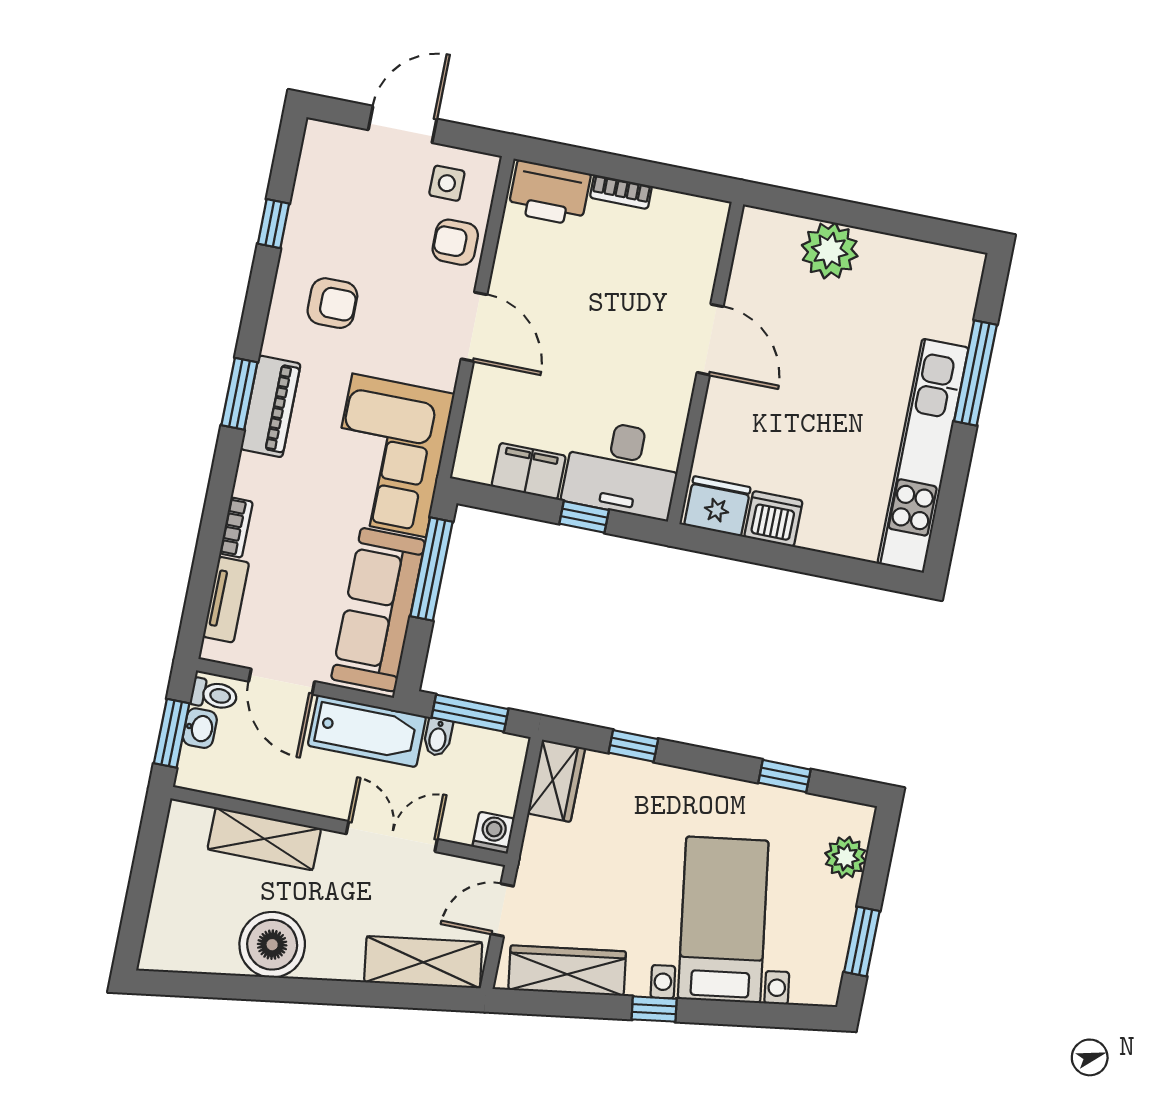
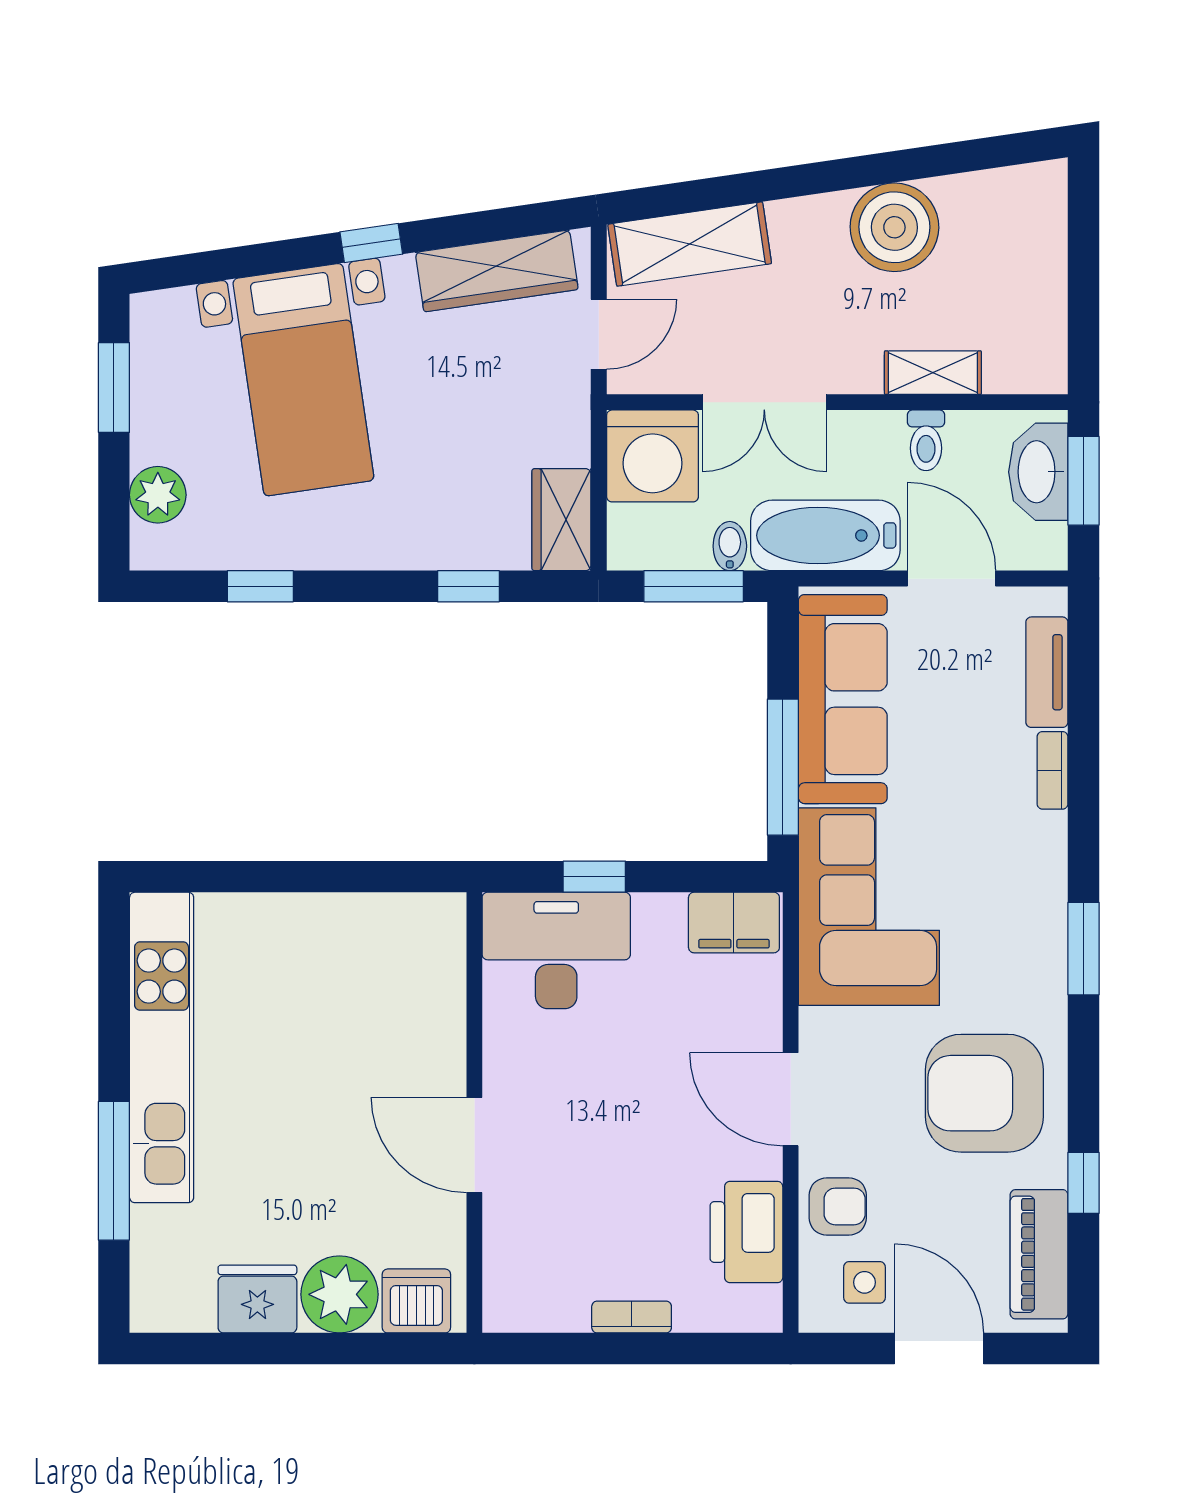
door: (402, 124) -> (939, 1349), swing flipped
printer: (549, 193) -> (746, 1232), moved, turned -90
armchair: (332, 303) -> (984, 1093), width x1.88, depth x1.88
piano: (271, 406) -> (1039, 1254), moved
filing cabinet: (529, 471) -> (734, 923), moved
fridge: (717, 506) -> (257, 1299), moved, turned 180
dishwasher: (773, 519) -> (416, 1301), moved, turned 180
toilet: (214, 695) -> (926, 440), moved, turned -90
washbasin: (200, 728) -> (1038, 472), width x1.91, depth x1.45
washing machine: (493, 833) -> (653, 456), width x1.89, depth x1.89
shelving: (264, 839) -> (933, 373), width x0.67, depth x0.75

